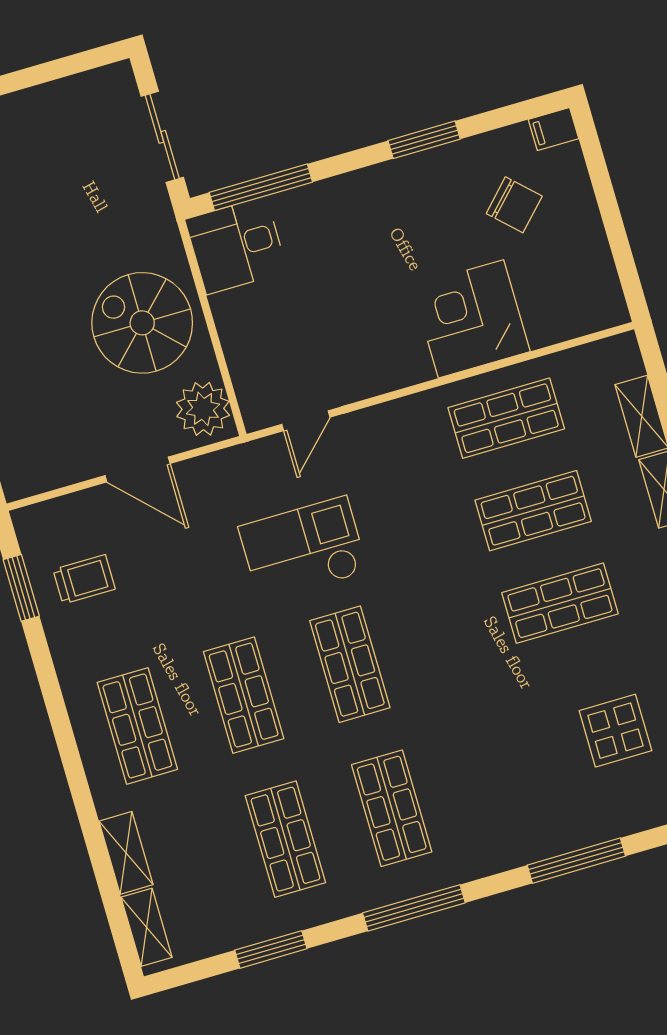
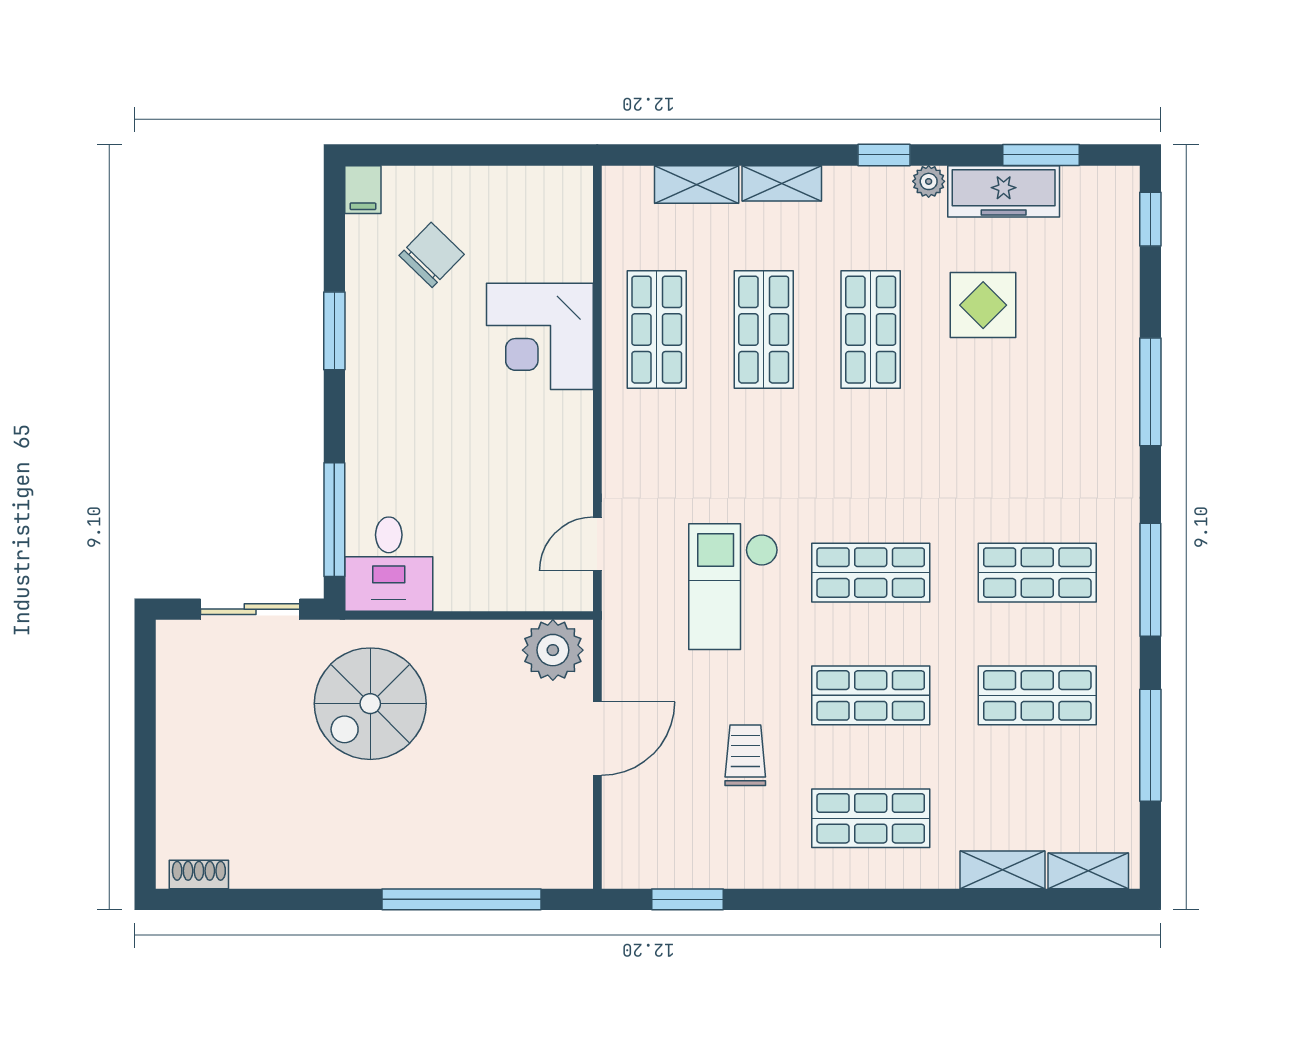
spiral stairs: (142, 323) -> (370, 704), moved
door: (306, 421) -> (597, 544), swing flipped
trolley: (84, 579) -> (745, 755), moved
display table: (615, 731) -> (983, 305), moved
window: (271, 949) -> (1150, 745), width x1.44

